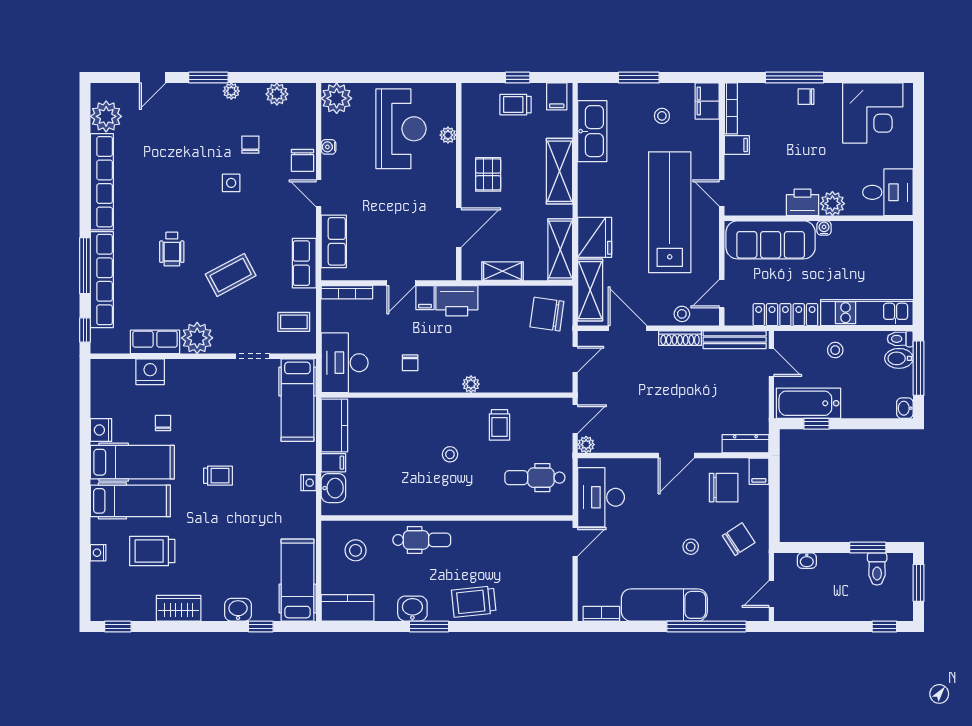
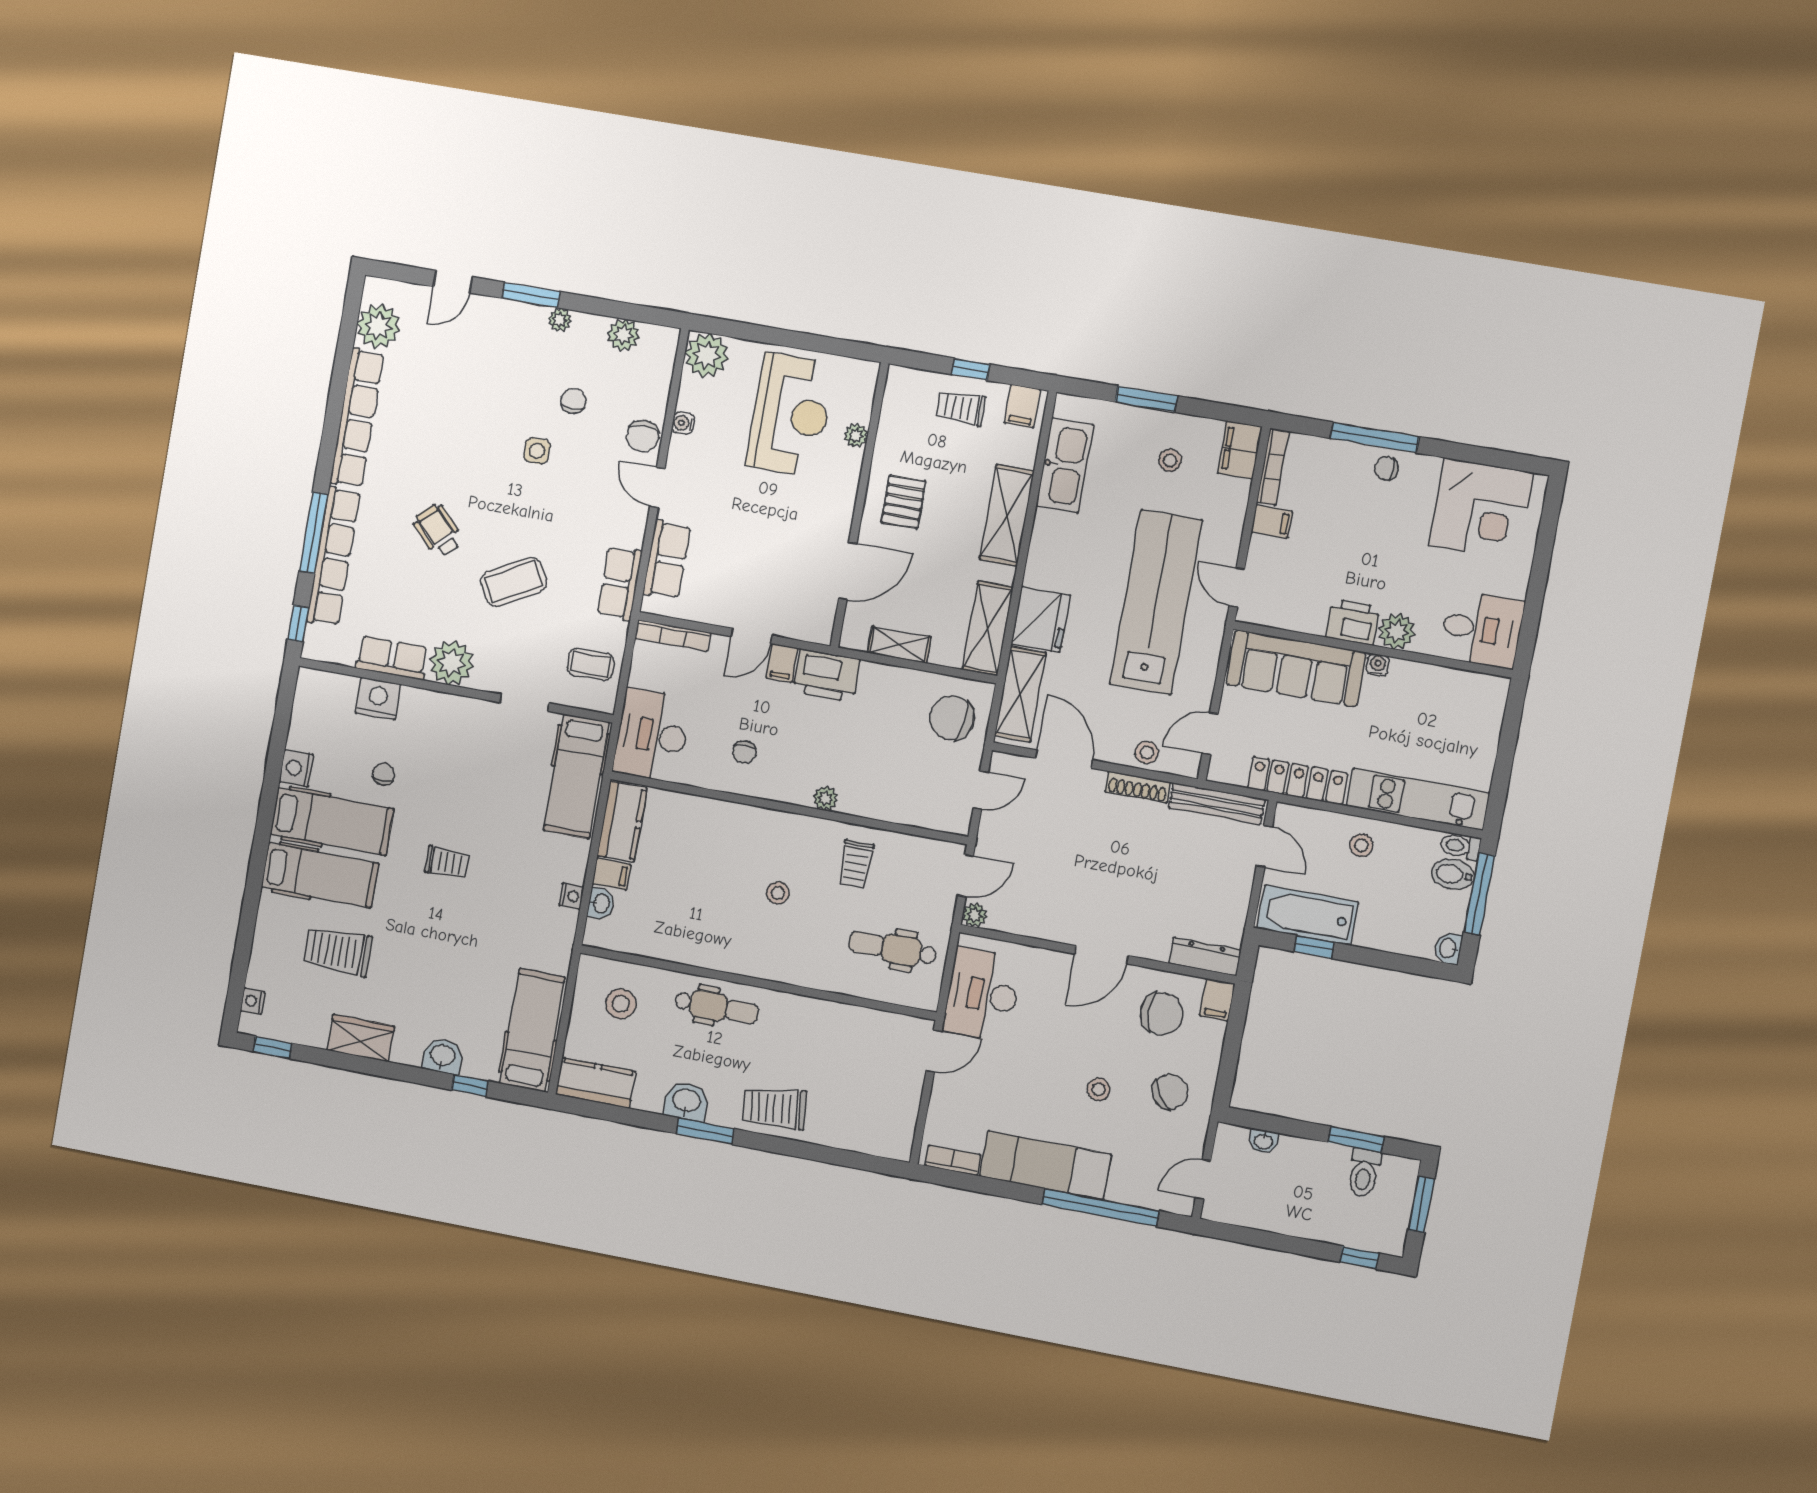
wheelchair: (172, 249) -> (438, 530), turned 137
washbasin: (333, 488) -> (601, 903), width x0.72, depth x0.69
nightstand: (98, 553) -> (253, 1001), moved

